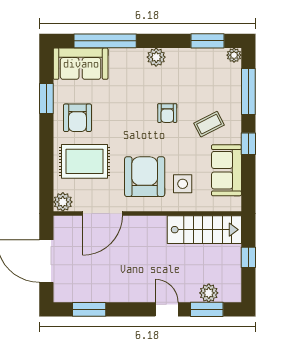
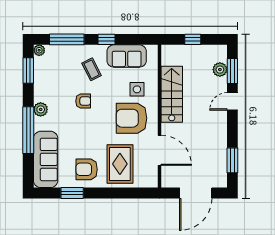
window: (105, 41) -> (28, 130), moved
sofa: (81, 64) -> (46, 159), width x1.36
armchair: (77, 118) -> (87, 169), turned 180
plant: (63, 202) -> (151, 180), removed
stairs: (204, 230) -> (172, 94), moved

